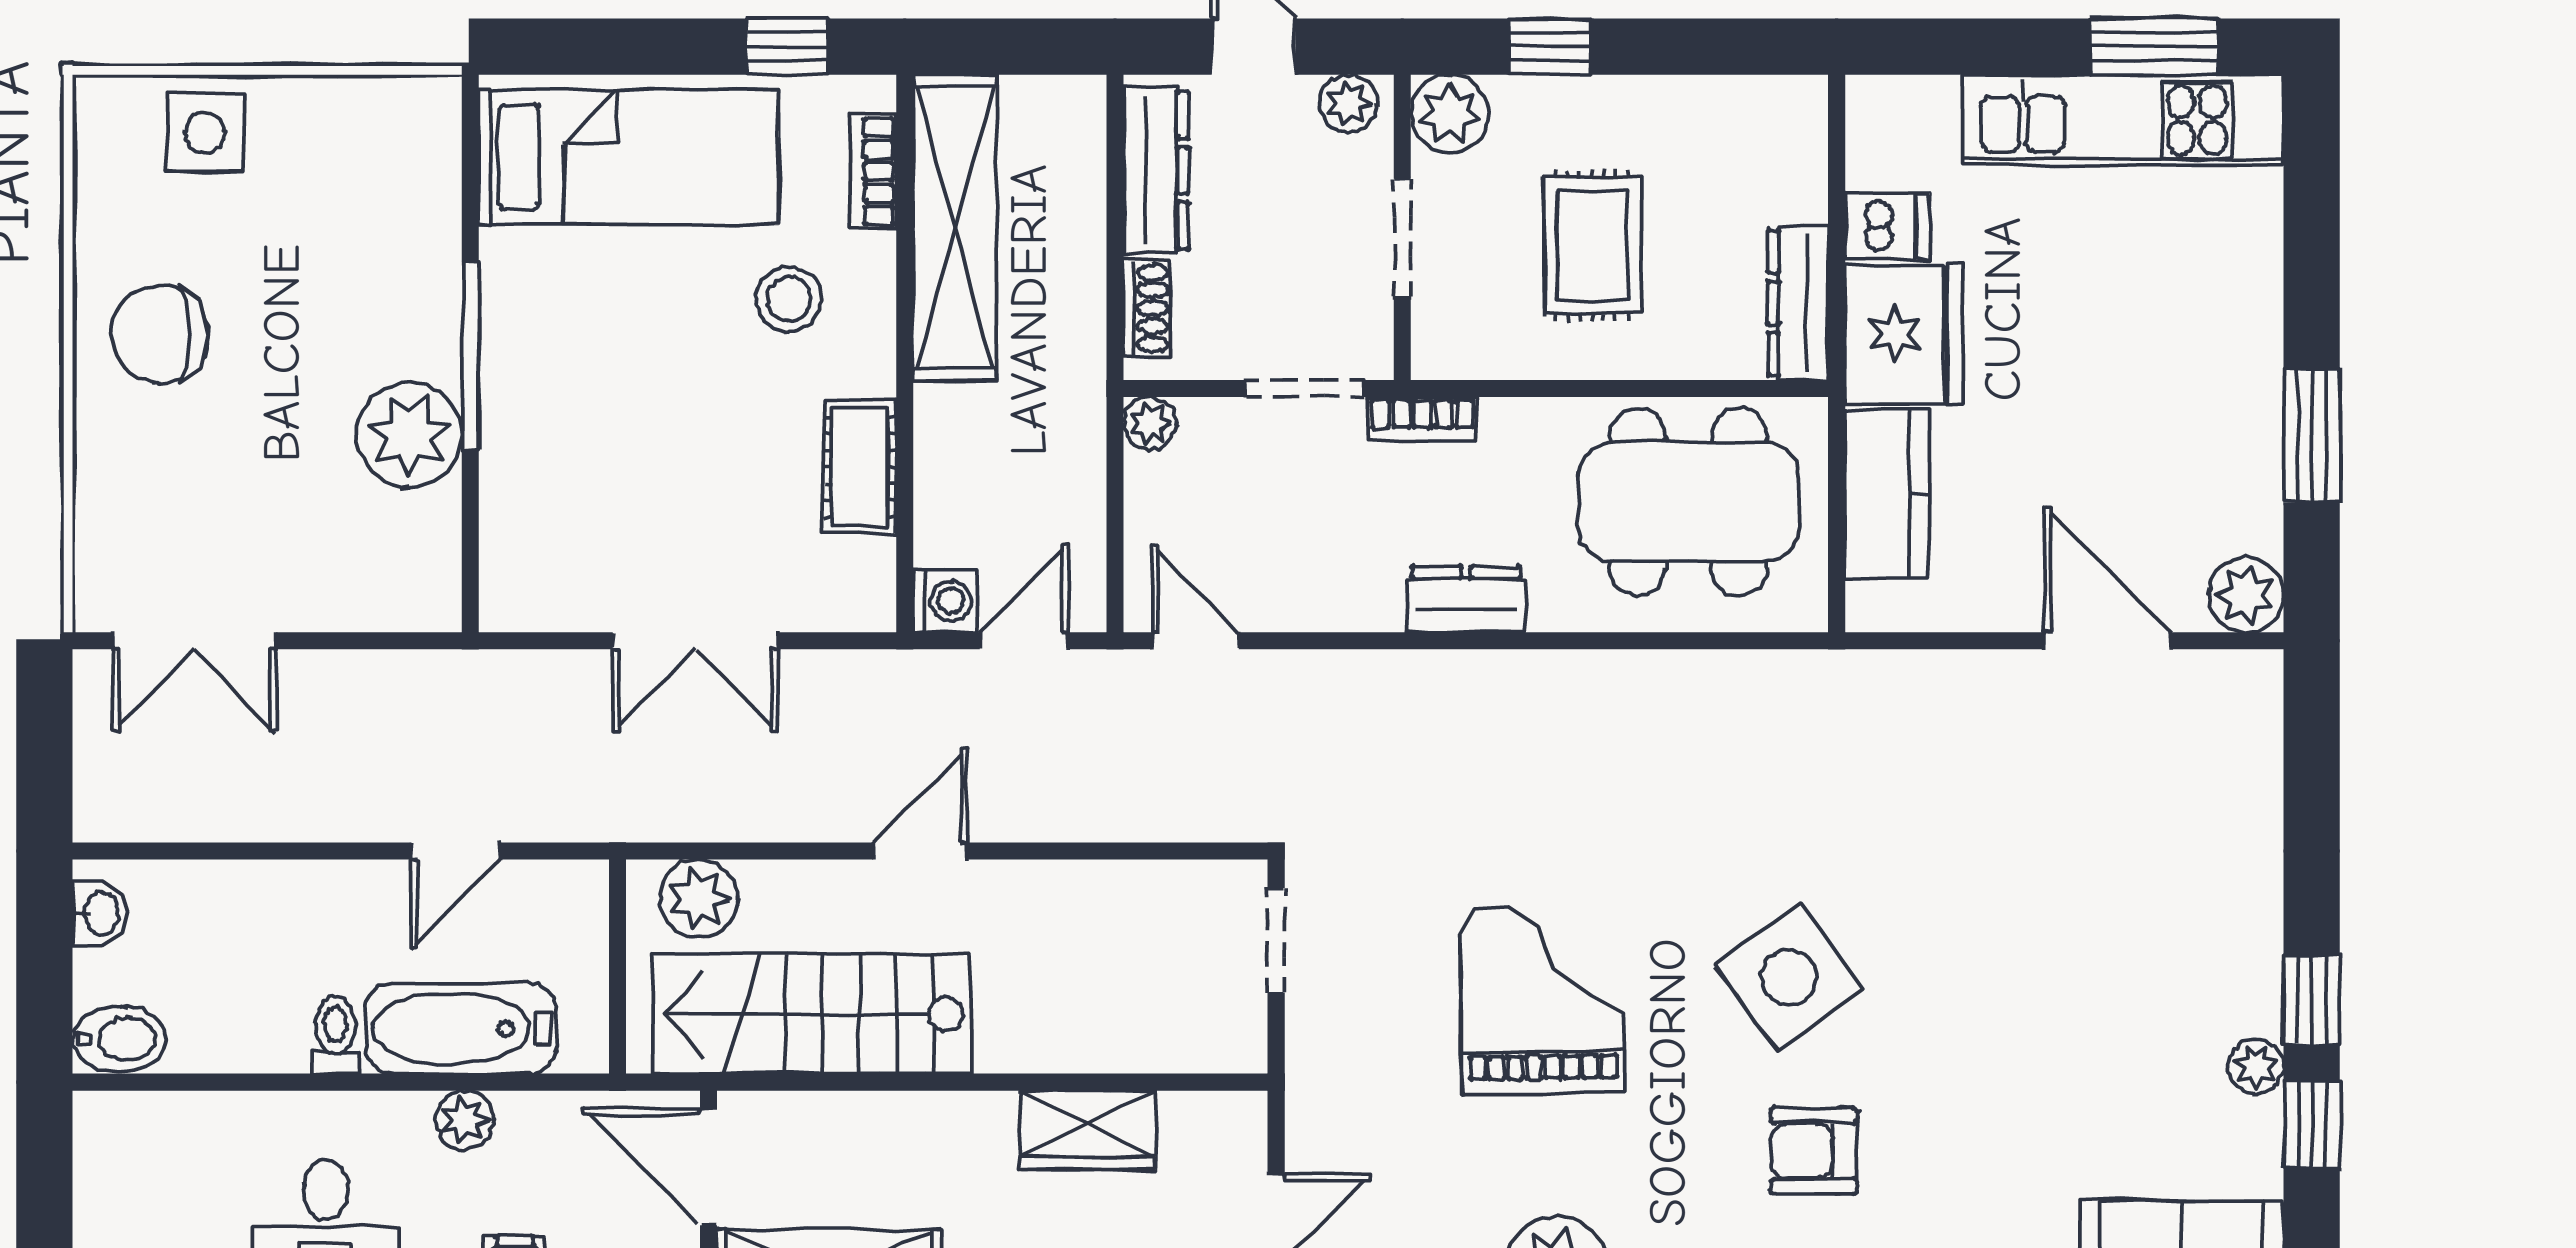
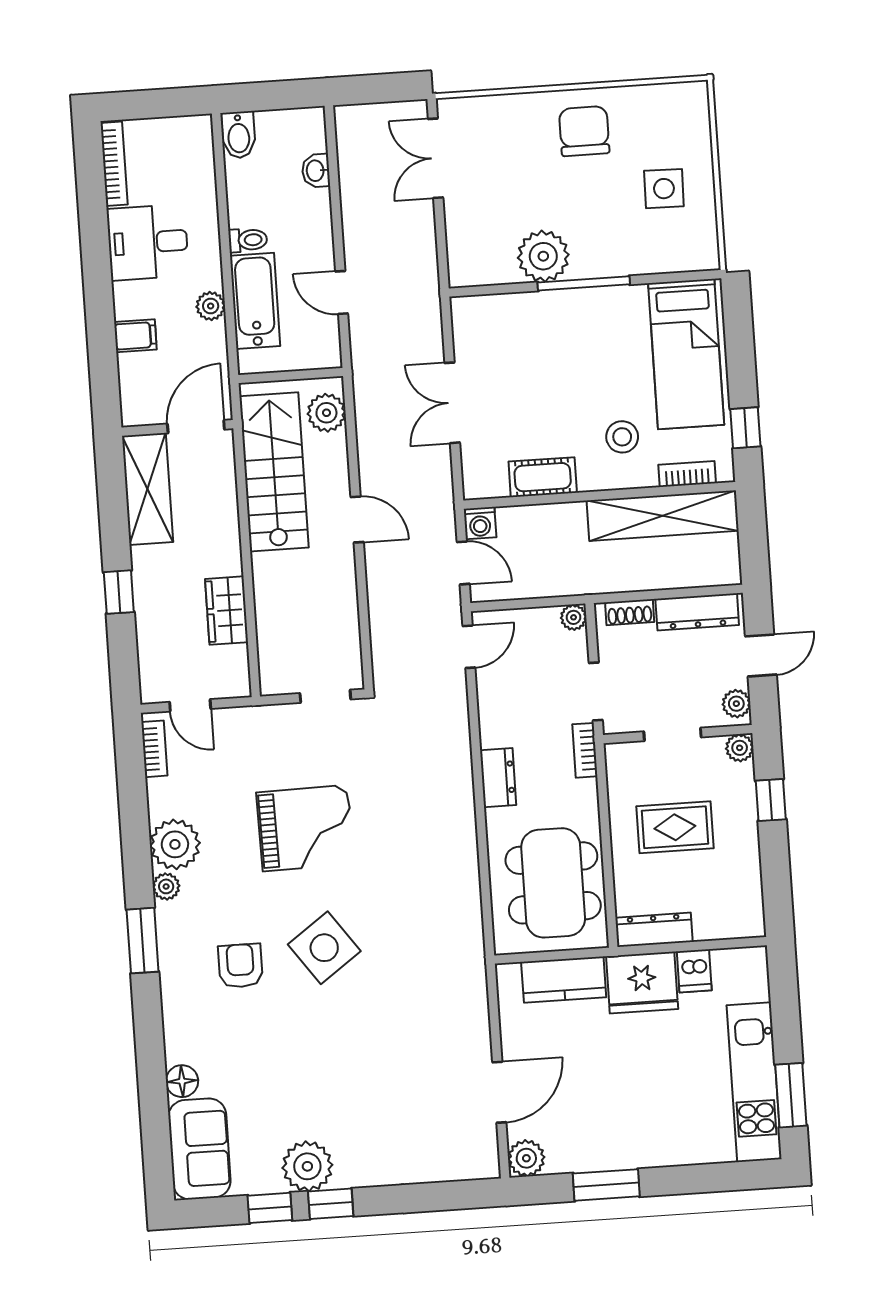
plant: (1450, 114) -> (740, 748), width x0.73, depth x0.73
side table: (205, 133) -> (664, 189), moved
washbasin: (100, 913) -> (316, 171), moved, turned 90
plant: (2256, 1066) -> (307, 1166), width x1.88, depth x1.88

